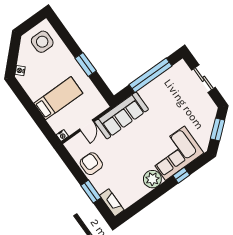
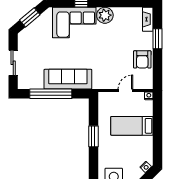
sofa: (121, 116) -> (68, 79), moved

